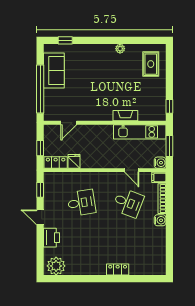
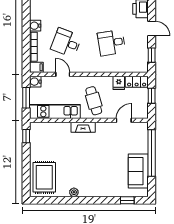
rug: (151, 64) -> (44, 177), width x1.36, depth x1.43
fireplace: (125, 116) -> (83, 127), moved
cafe table: (100, 143) -> (94, 101), added

